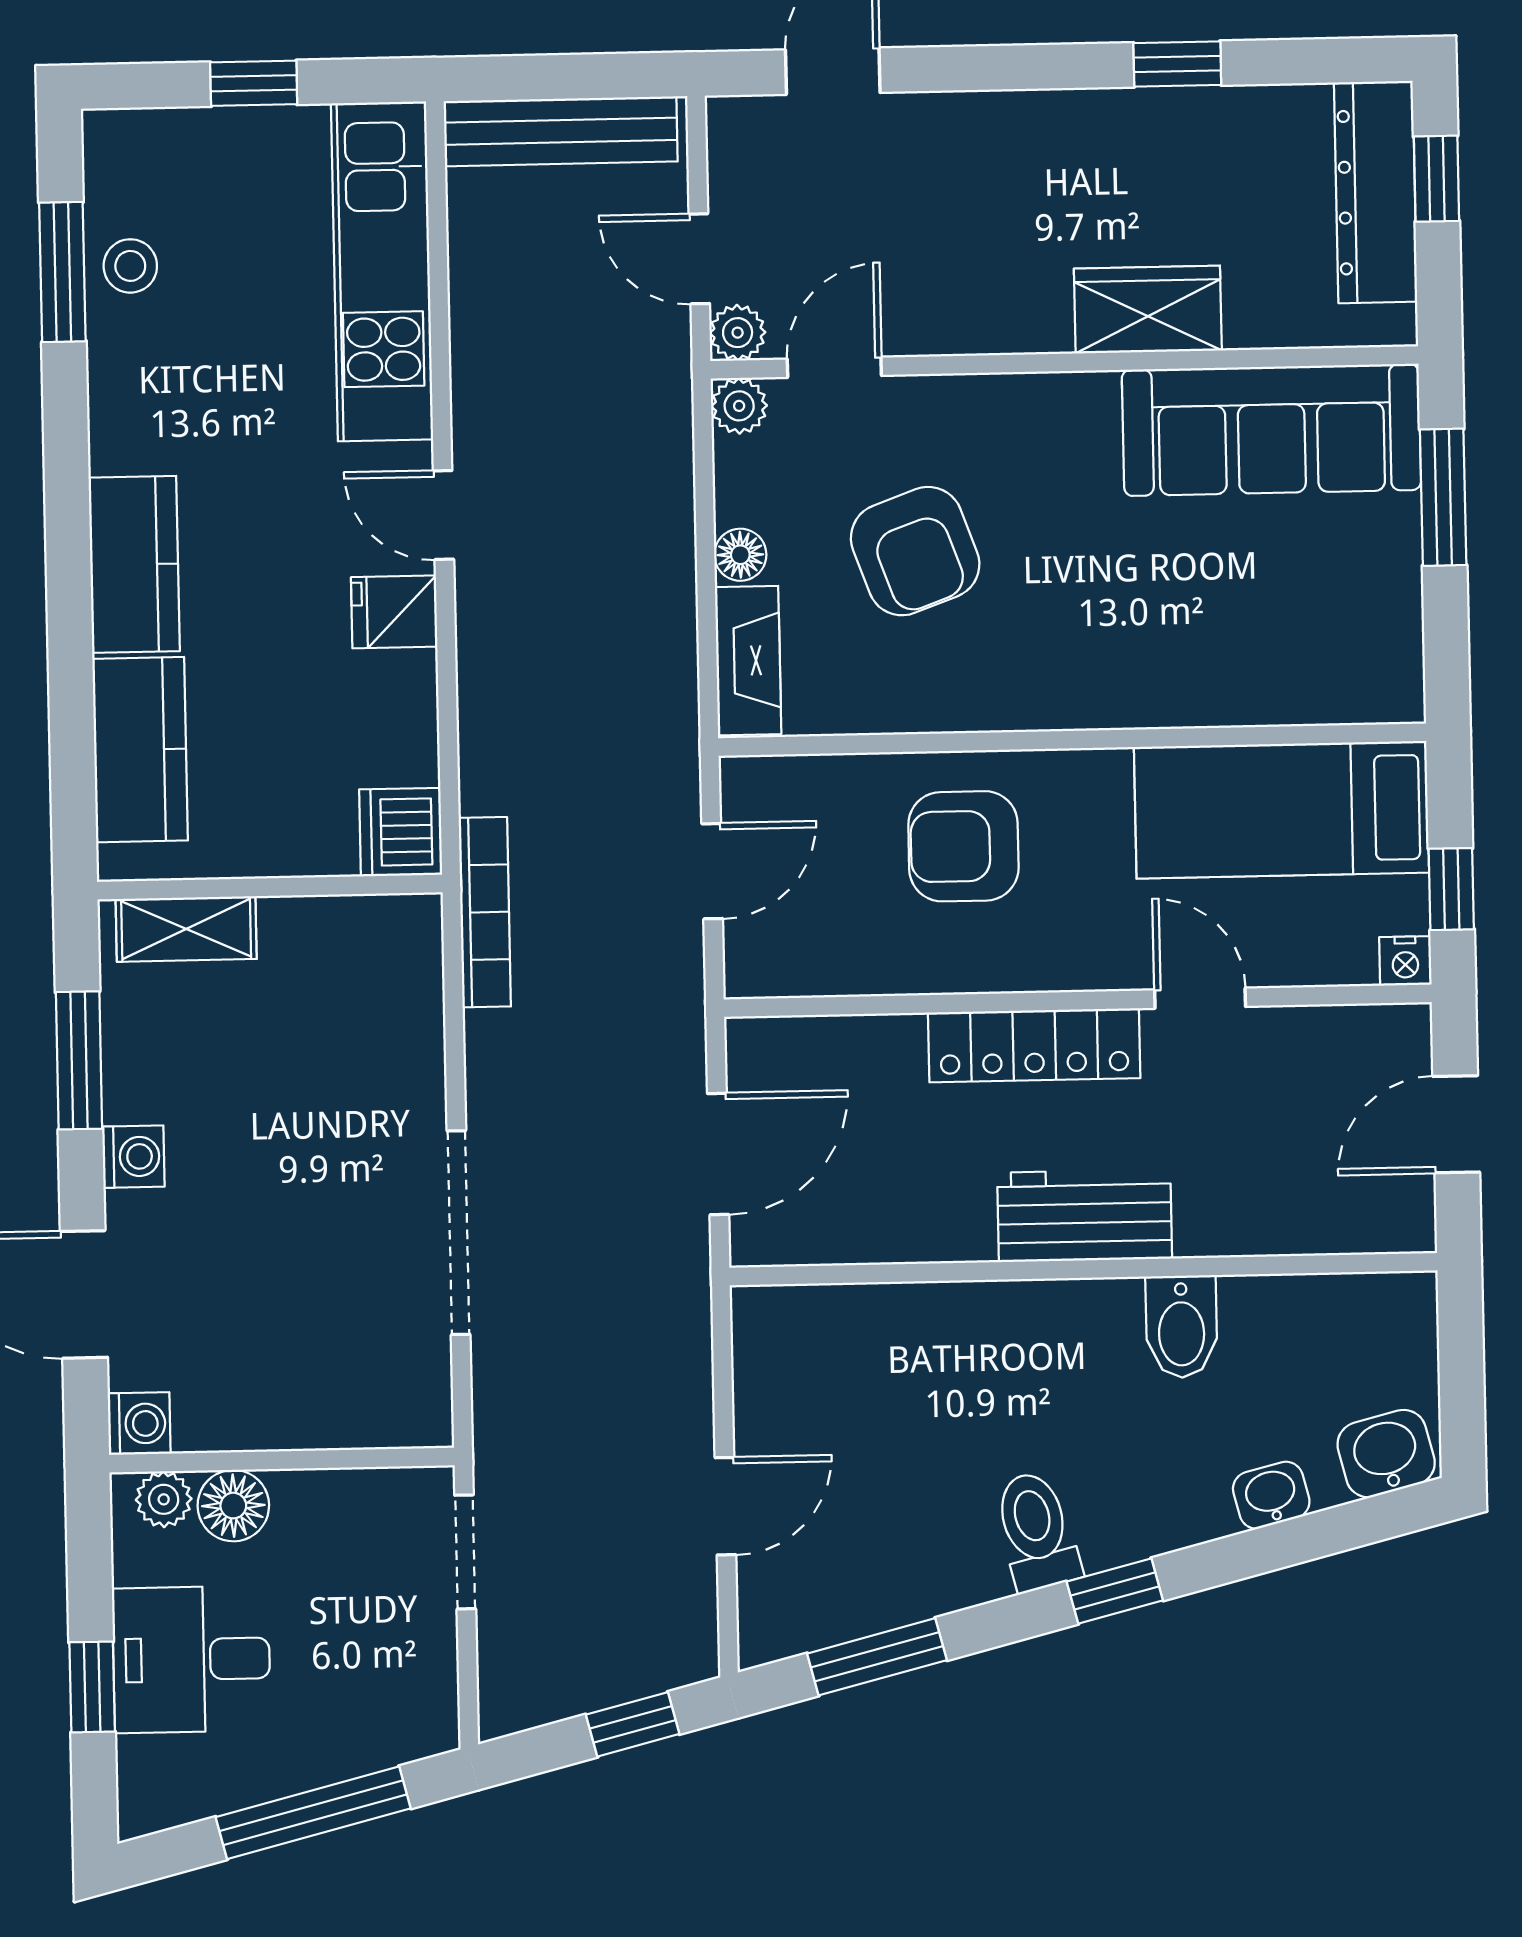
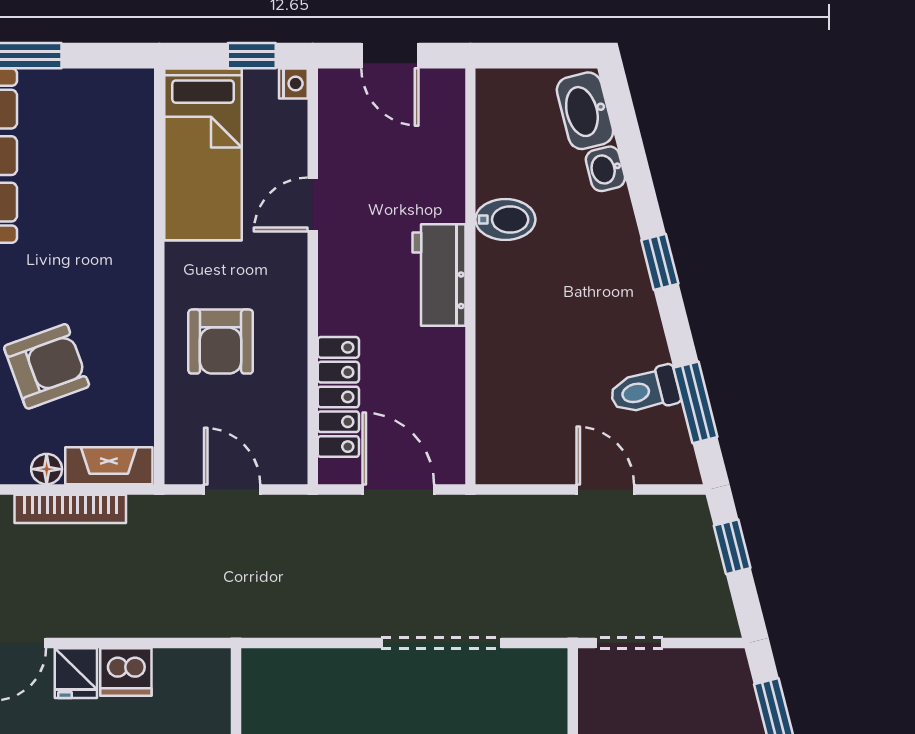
dishwasher: (401, 832) -> (126, 672), moved
bookcase: (485, 912) -> (70, 509), moved, turned 180
locker: (1034, 1045) -> (338, 397), moved
washbasin: (1386, 1454) -> (585, 111), width x1.38
toilet: (1036, 1531) -> (645, 391), moved

